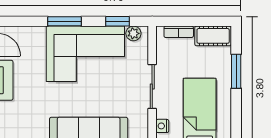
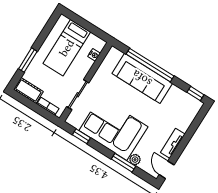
window: (65, 21) -> (124, 163), moved
plant: (133, 33) -> (135, 160), moved
sliding door: (152, 86) -> (78, 95), moved

